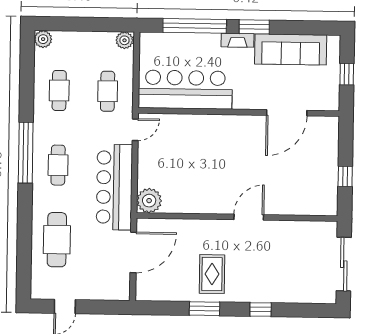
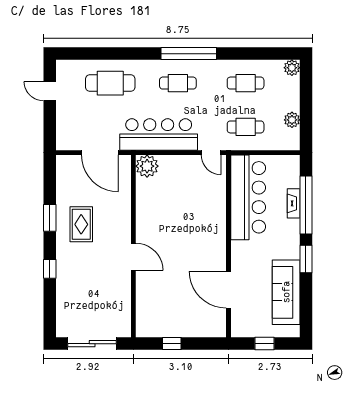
plant: (124, 40) -> (292, 120), moved
fireplace: (238, 40) -> (294, 203), moved
rug: (212, 274) -> (81, 224), turned 90

